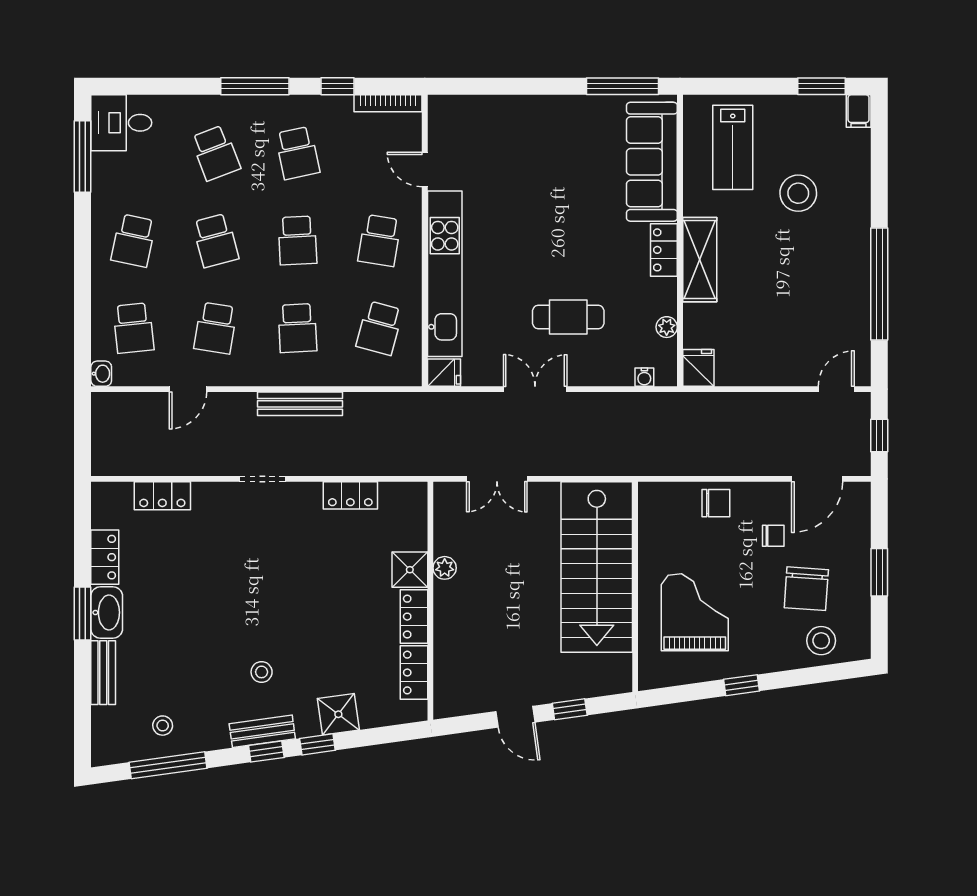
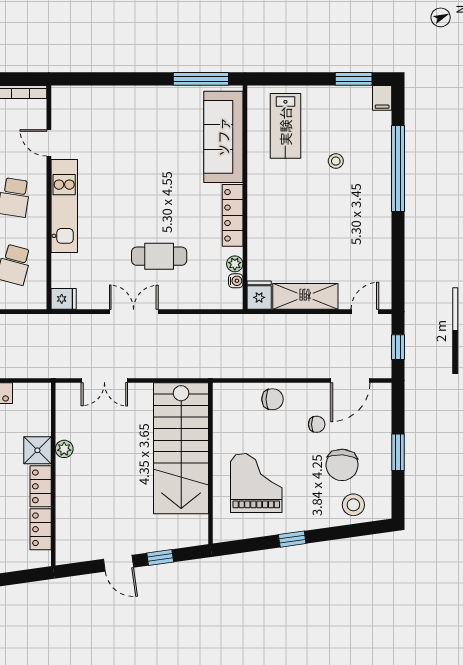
stool: (798, 193) -> (336, 161), width x0.53, depth x0.53
locker: (664, 250) -> (233, 215), width x1.53
shelving: (700, 260) -> (305, 296), moved, turned 90
kitchen unit: (445, 274) -> (64, 206), width x0.73
window: (879, 284) -> (398, 169), moved
water cooler: (644, 377) -> (236, 281), moved, turned -90

